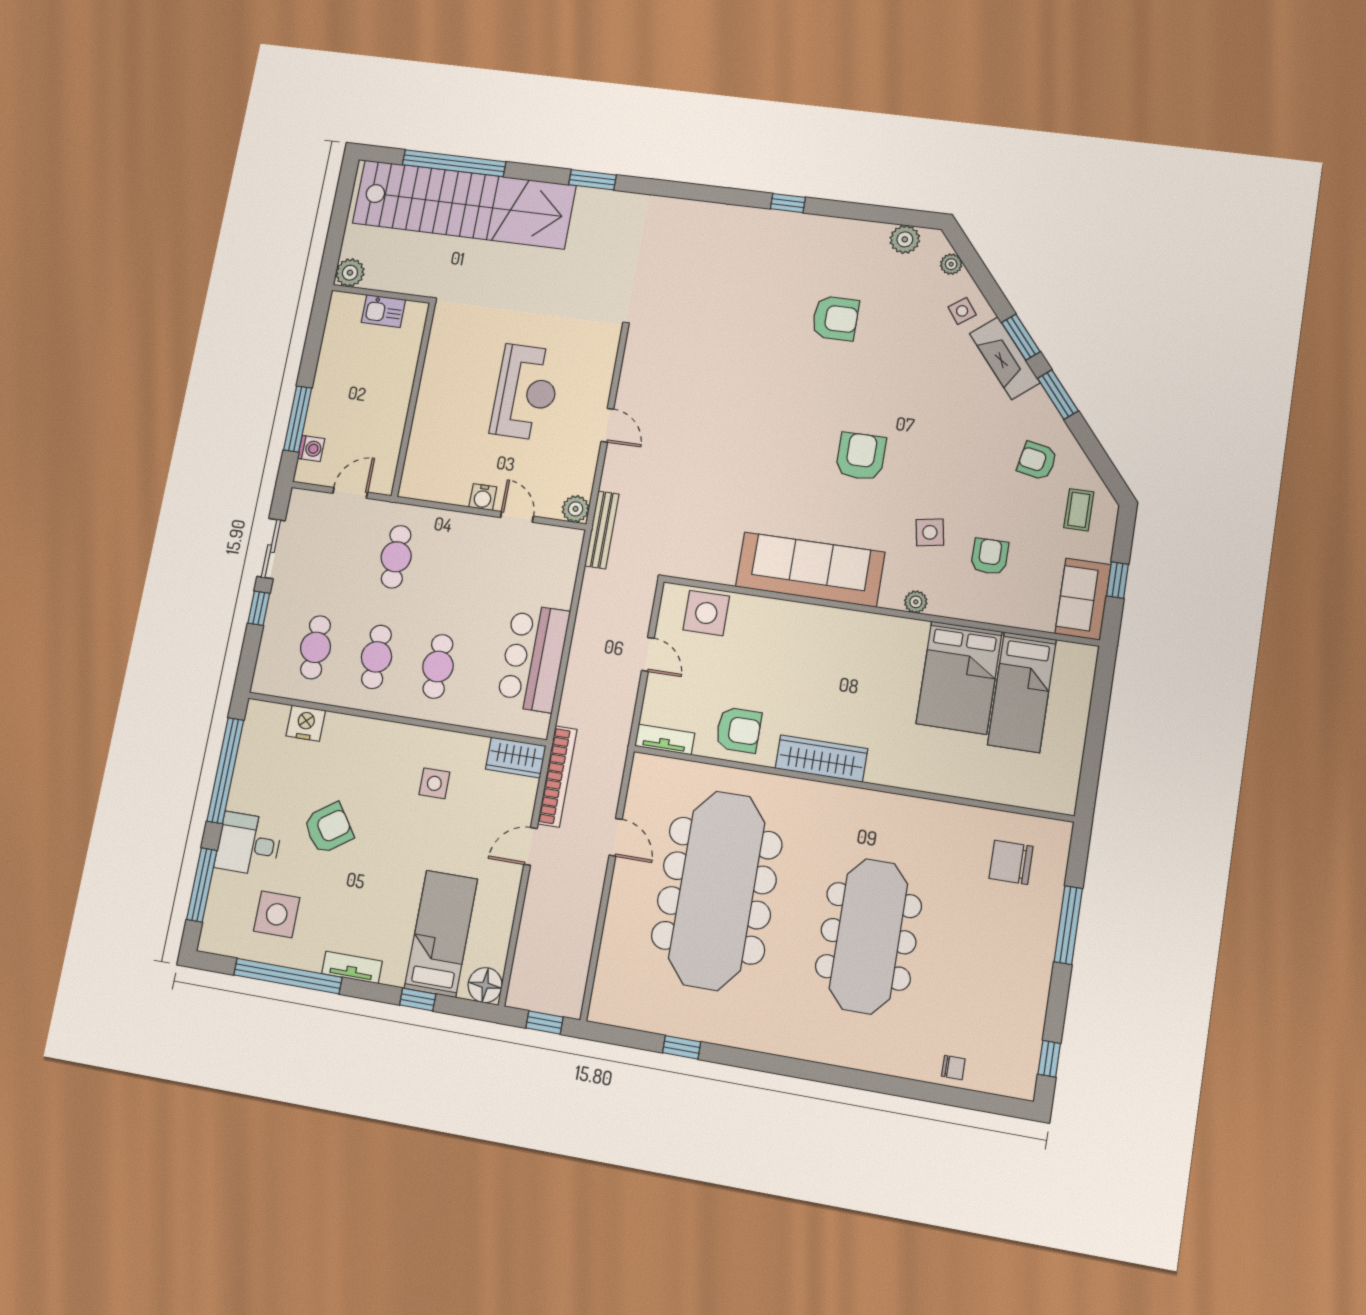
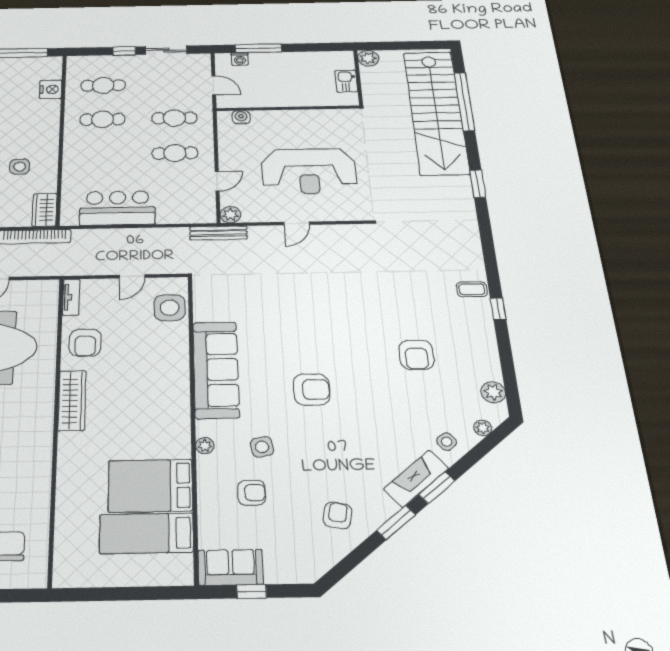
reception desk: (526, 392) -> (309, 171), width x1.36, depth x1.30
water cooler: (483, 497) -> (241, 117), moved, turned 90
coffee table: (1079, 510) -> (472, 289), moved
cafe table: (438, 666) -> (175, 153), moved

